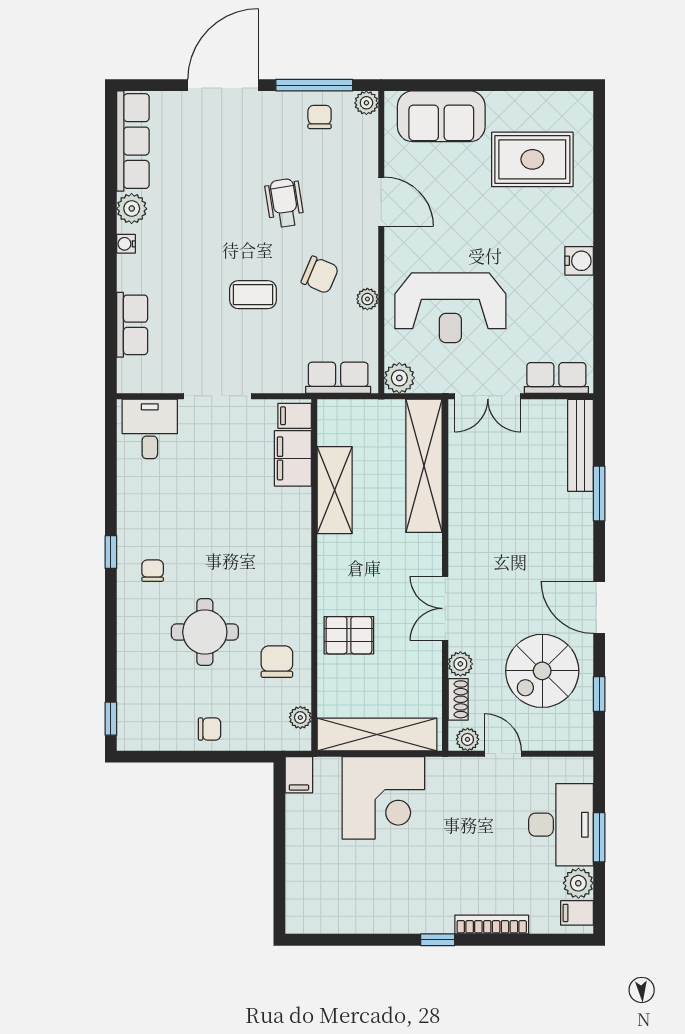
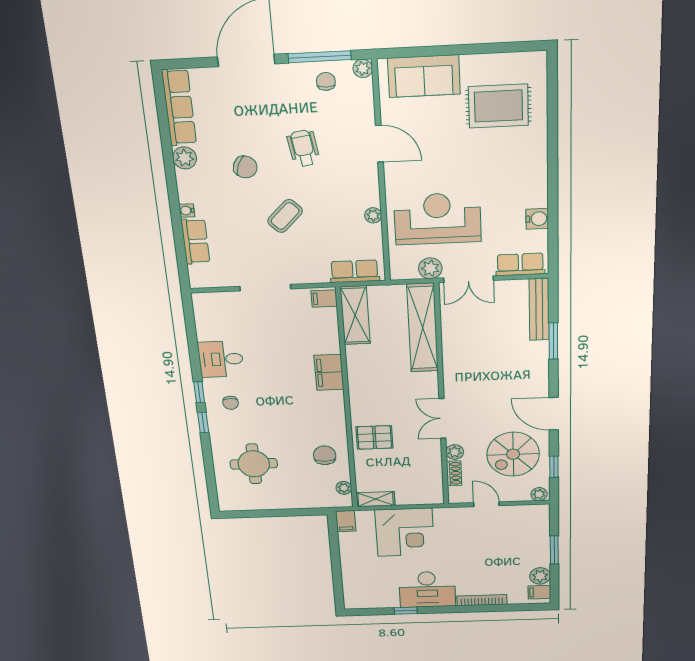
water cooler: (126, 244) -> (187, 211), moved
water cooler: (579, 261) -> (537, 219), moved
chair: (320, 275) -> (245, 167), moved
coffee table: (253, 295) -> (285, 216), turned -45
reception desk: (450, 308) -> (437, 219), turned 180
plant: (399, 378) -> (430, 268), moved
desk: (150, 429) -> (221, 359), moved, turned -90
filing cabinet: (293, 458) -> (329, 372), moved
shelving: (335, 490) -> (355, 315), moved
chair: (153, 571) -> (231, 403), turned 180
round table: (205, 632) -> (254, 464), moved
window: (111, 719) -> (203, 422), moved
chair: (210, 729) -> (281, 497), removed
shelving: (377, 734) -> (376, 499), width x0.45, depth x0.75
plant: (468, 739) -> (539, 494), moved
desk: (561, 825) -> (427, 589), moved, turned 90
window: (438, 940) -> (406, 611), moved

